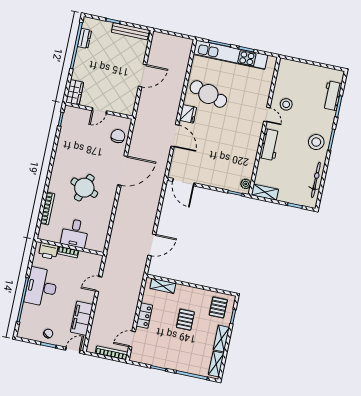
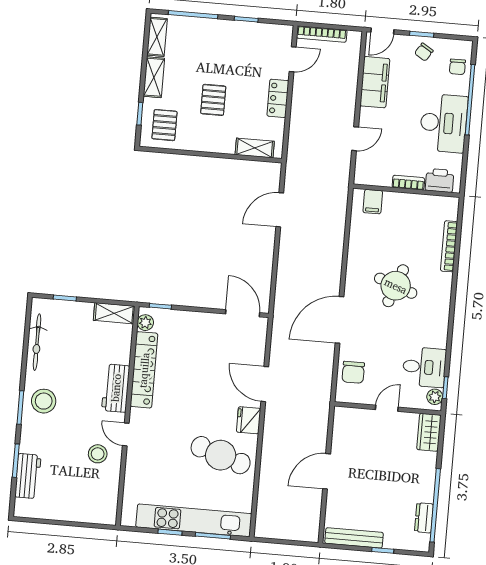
plant: (68, 114) -> (435, 397), added
locker: (250, 154) -> (144, 370), added
desk: (75, 233) -> (424, 367), moved, turned 90
filing cabinet: (92, 243) -> (373, 202), added
chair: (28, 322) -> (457, 67), added

